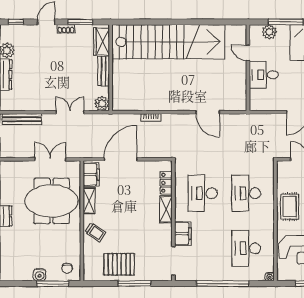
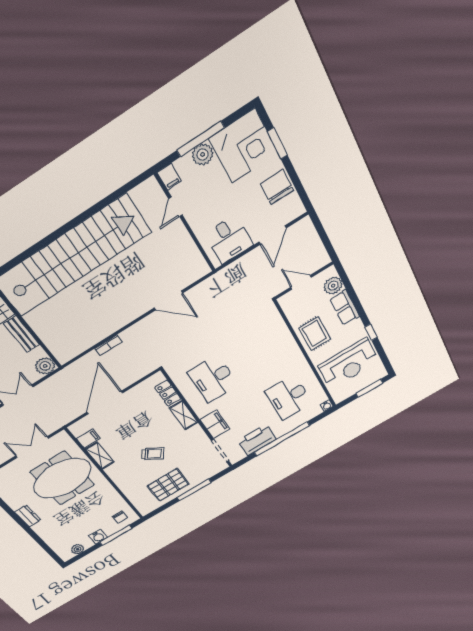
filing cabinet: (255, 32) -> (169, 177), added
plant: (269, 32) -> (203, 155), moved
door: (248, 53) -> (175, 207), hinge flipped
desk: (264, 75) -> (229, 240), moved, turned -90
filing cabinet: (91, 175) -> (88, 439), width x0.50
desk: (246, 193) -> (260, 350), removed
trolley: (96, 232) -> (153, 454), moved
printer: (205, 271) -> (257, 440), added
plant: (17, 275) -> (78, 549), added

